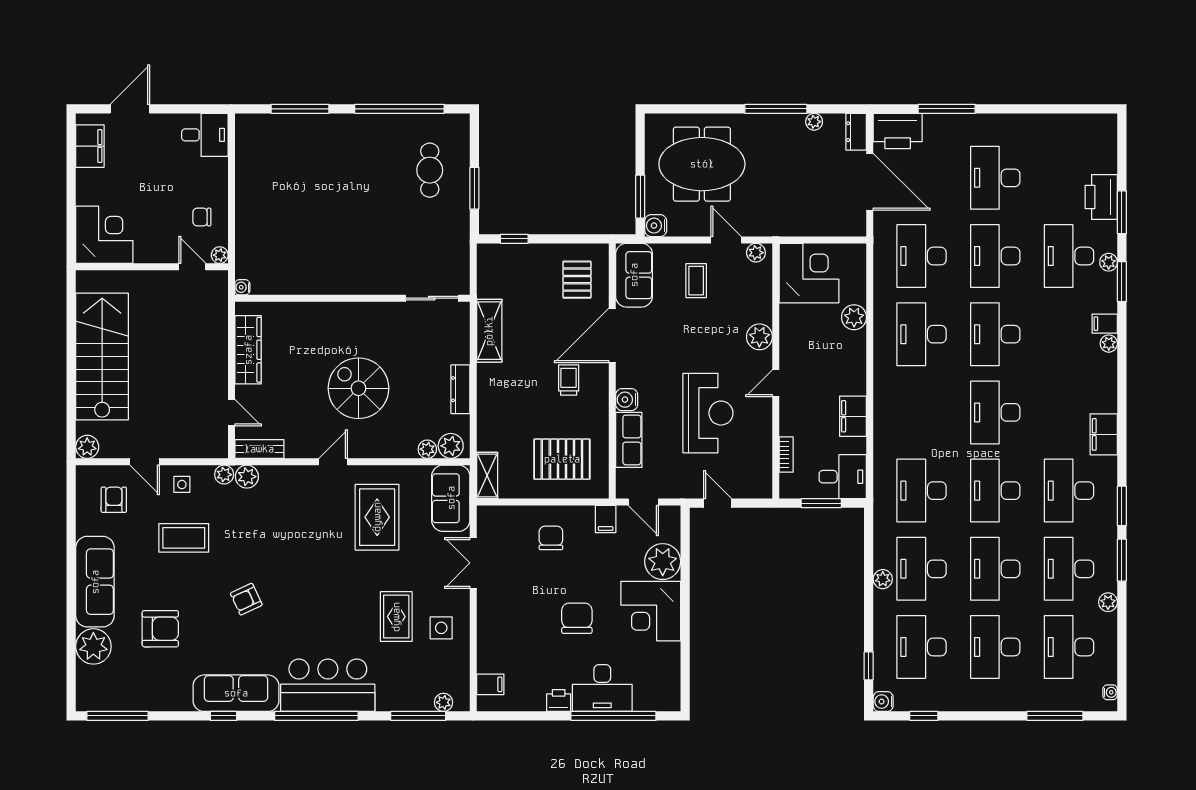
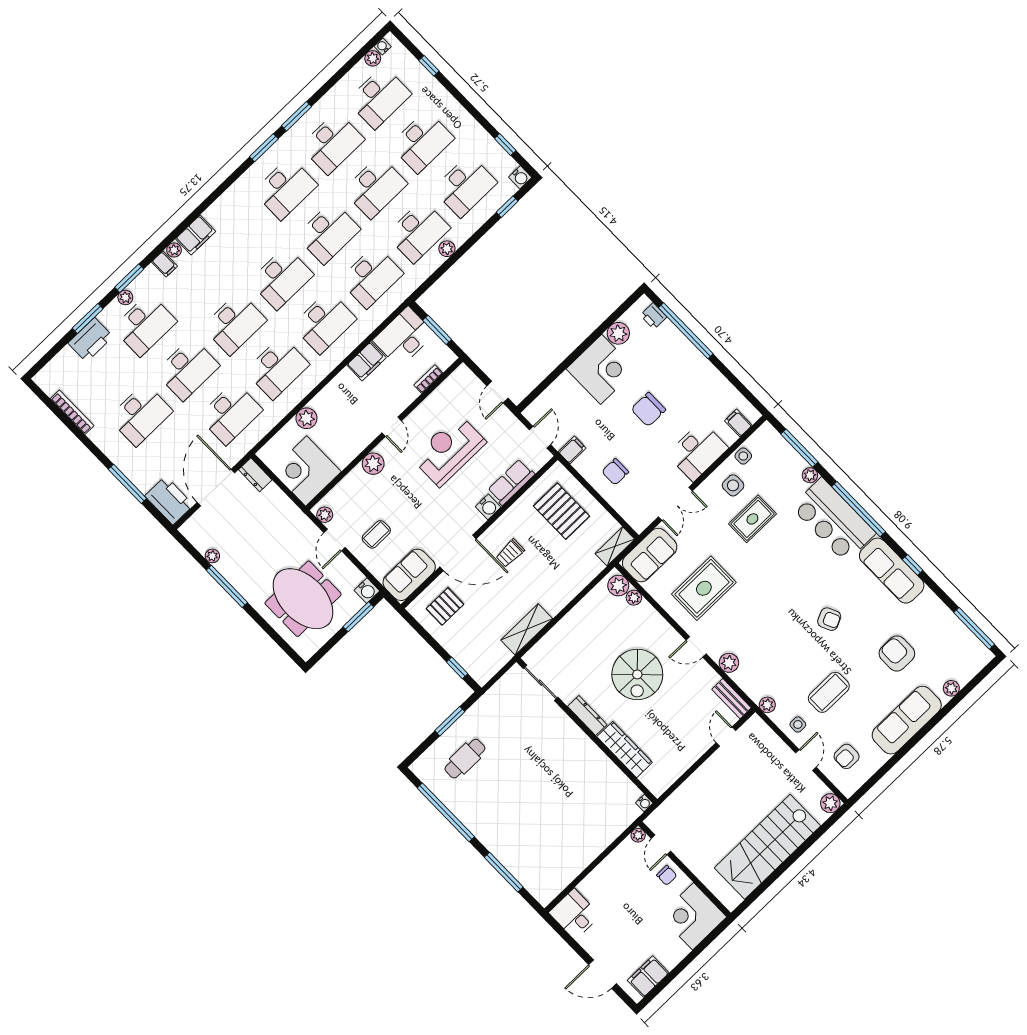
bookcase: (1054, 121) -> (72, 412), added
dresser: (856, 132) -> (255, 475), moved, turned 90
chair: (202, 217) -> (667, 875), moved
wardrobe: (248, 350) -> (625, 750), moved, turned 90
door: (776, 383) -> (392, 427), hinge flipped
dresser: (460, 389) -> (587, 715), moved, turned -90
desk: (922, 412) -> (324, 322), added
filing cabinet: (1104, 434) -> (196, 235), moved
plant: (247, 477) -> (729, 663), moved
desk: (843, 477) -> (404, 337), width x1.37
coffee table: (184, 538) -> (829, 692), turned 90
plant: (663, 562) -> (618, 333), moved, width x0.73, depth x0.73
plant: (1108, 602) -> (373, 58), moved
plant: (93, 646) -> (951, 688), width x0.53, depth x0.53
side table: (458, 661) -> (743, 456), added
desk: (602, 688) -> (698, 451), moved, turned 90
printer: (559, 700) -> (654, 316), moved
plant: (443, 702) -> (810, 475), moved
window: (1055, 716) -> (429, 66), width x0.46

